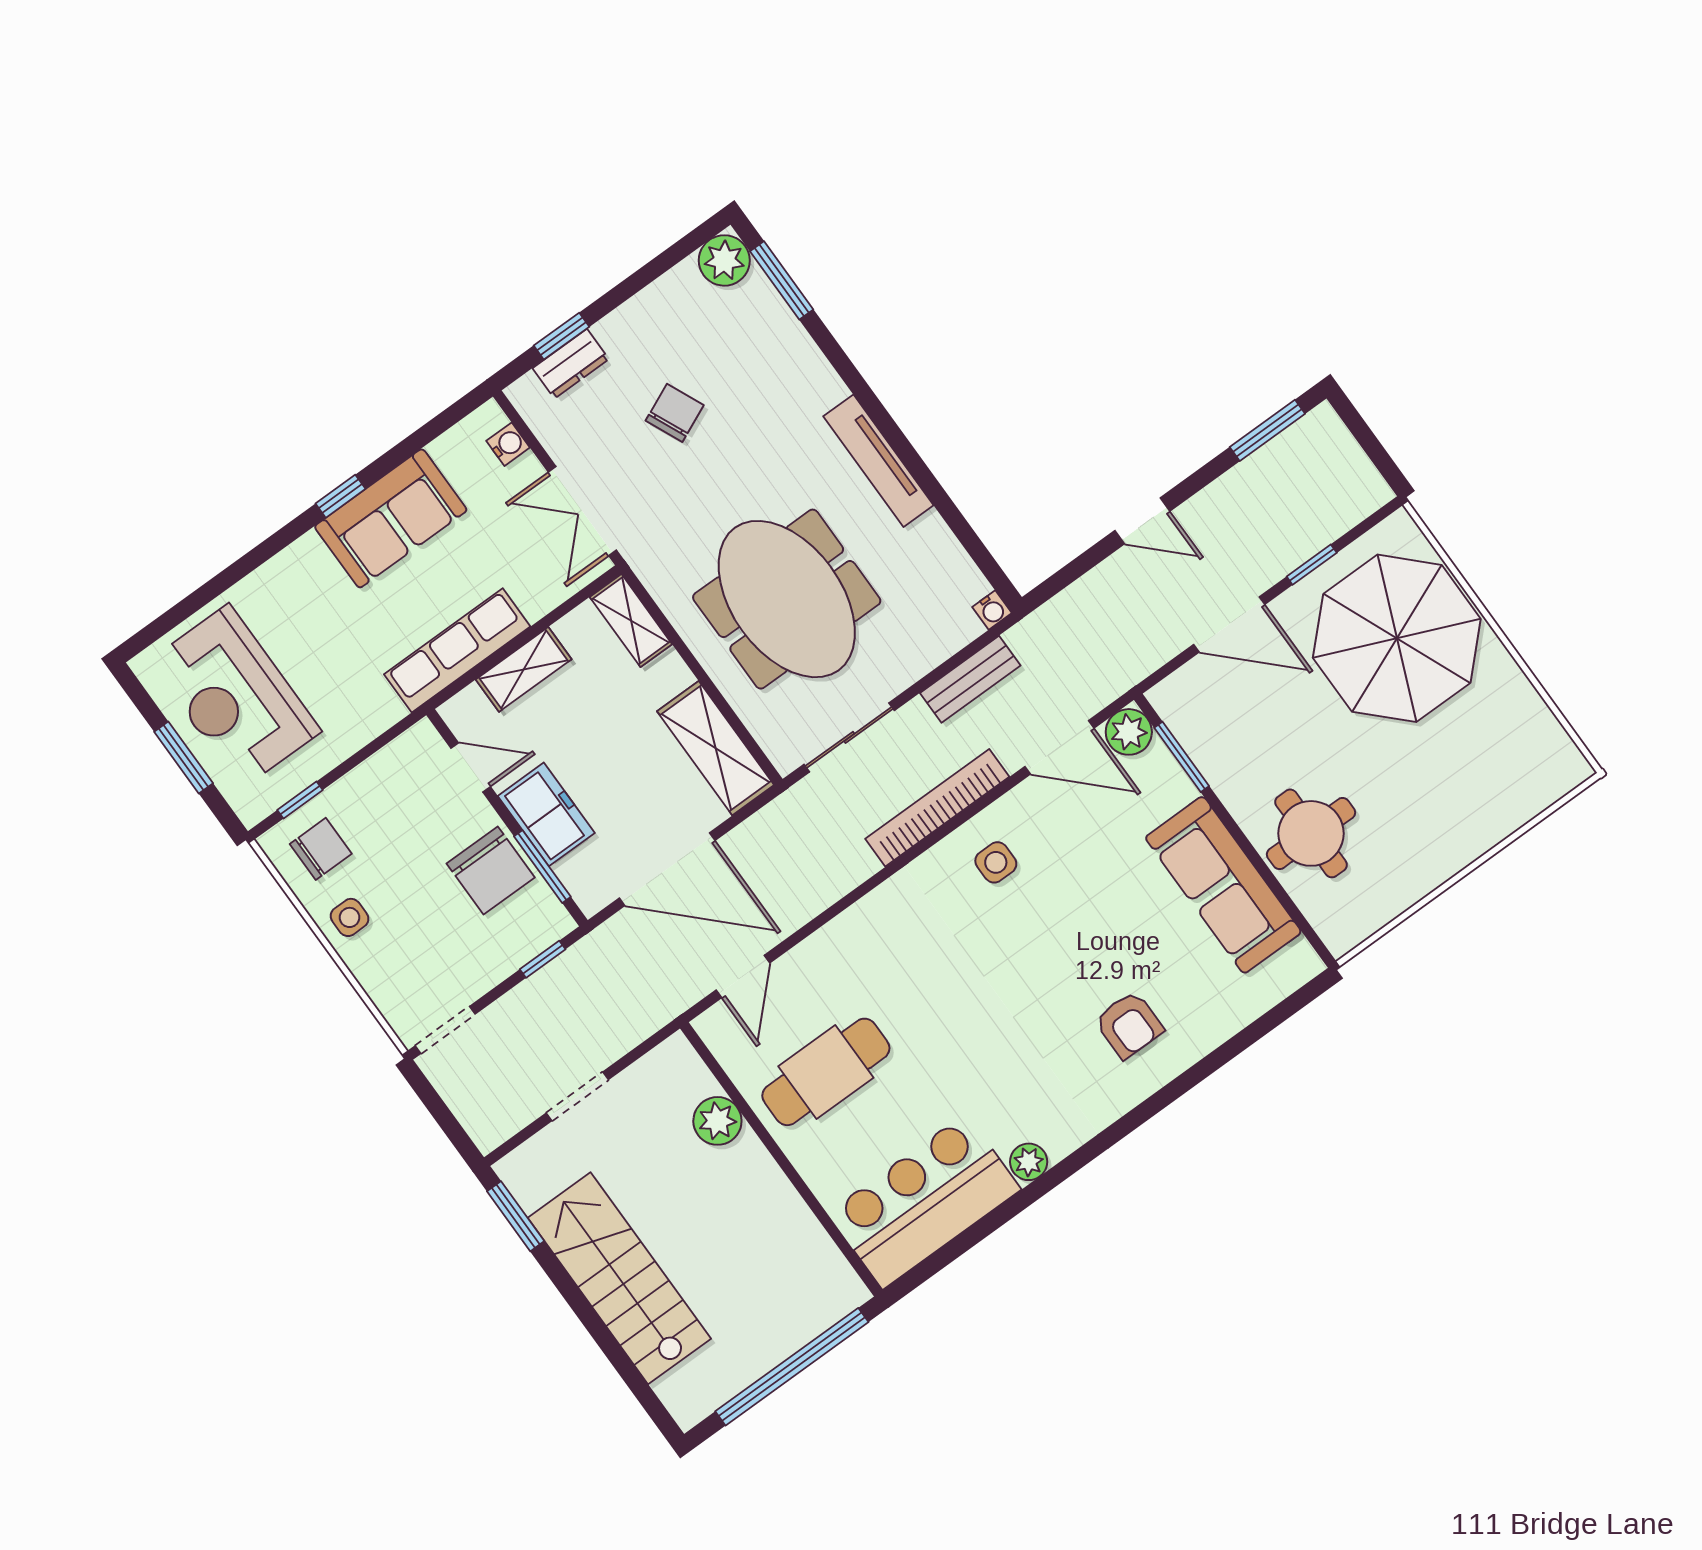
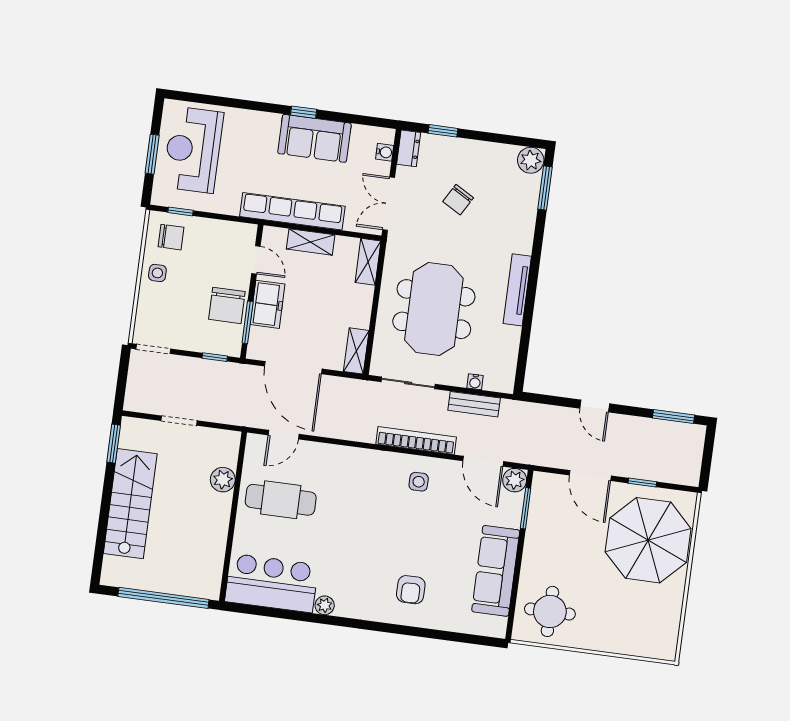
dresser: (571, 364) -> (409, 148), moved, turned -90
chair: (675, 413) -> (458, 200), turned 144
water cooler: (992, 610) -> (475, 382), moved
row of seats: (457, 650) -> (292, 211), width x1.36
shelving: (716, 748) -> (356, 351), width x0.67, depth x0.75
round table: (1311, 833) -> (550, 611), moved

